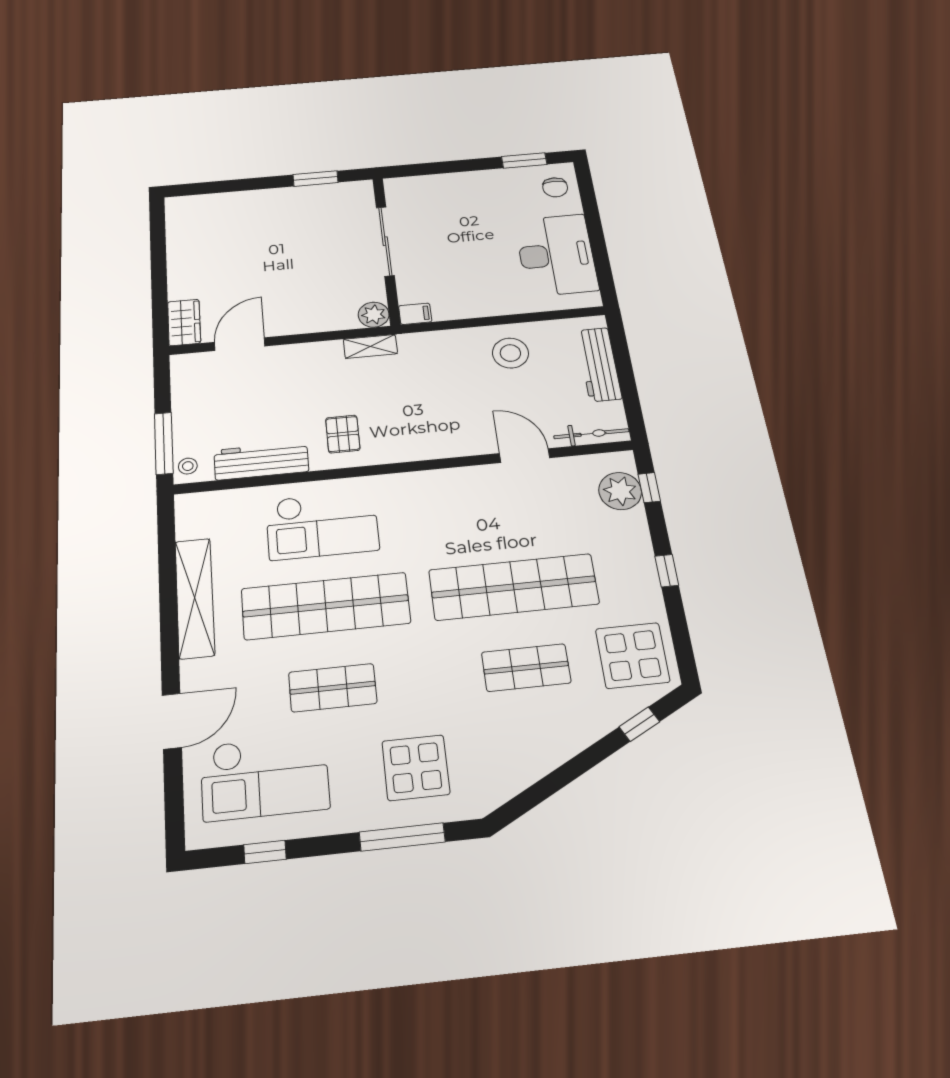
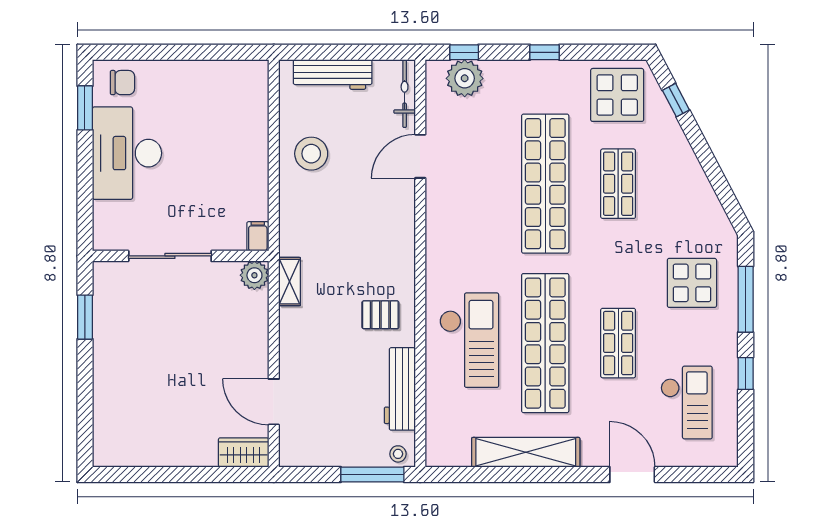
desk: (556, 255) -> (127, 153), moved, turned -90
checkout: (265, 777) -> (687, 403), width x0.73, depth x0.83
window: (265, 852) -> (746, 374), moved

